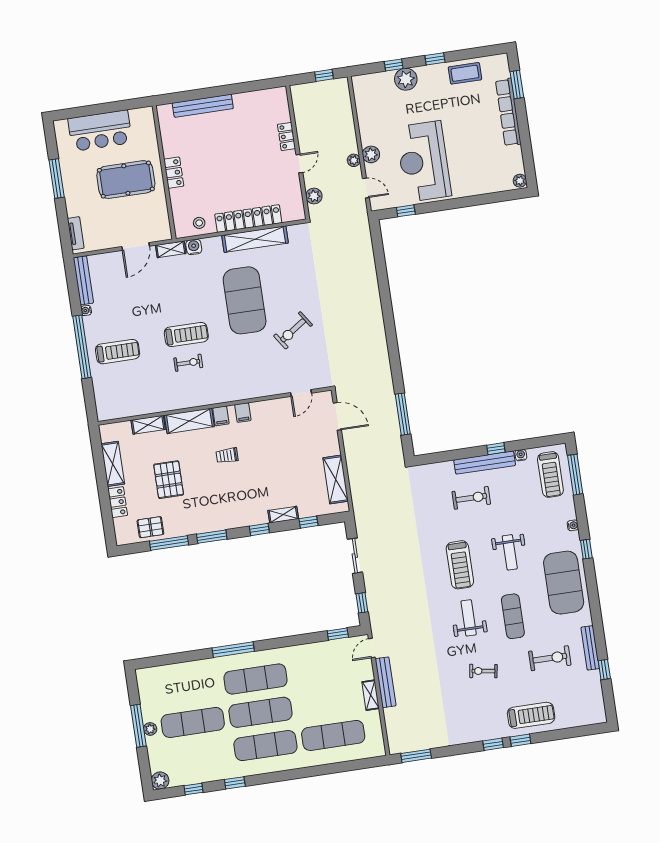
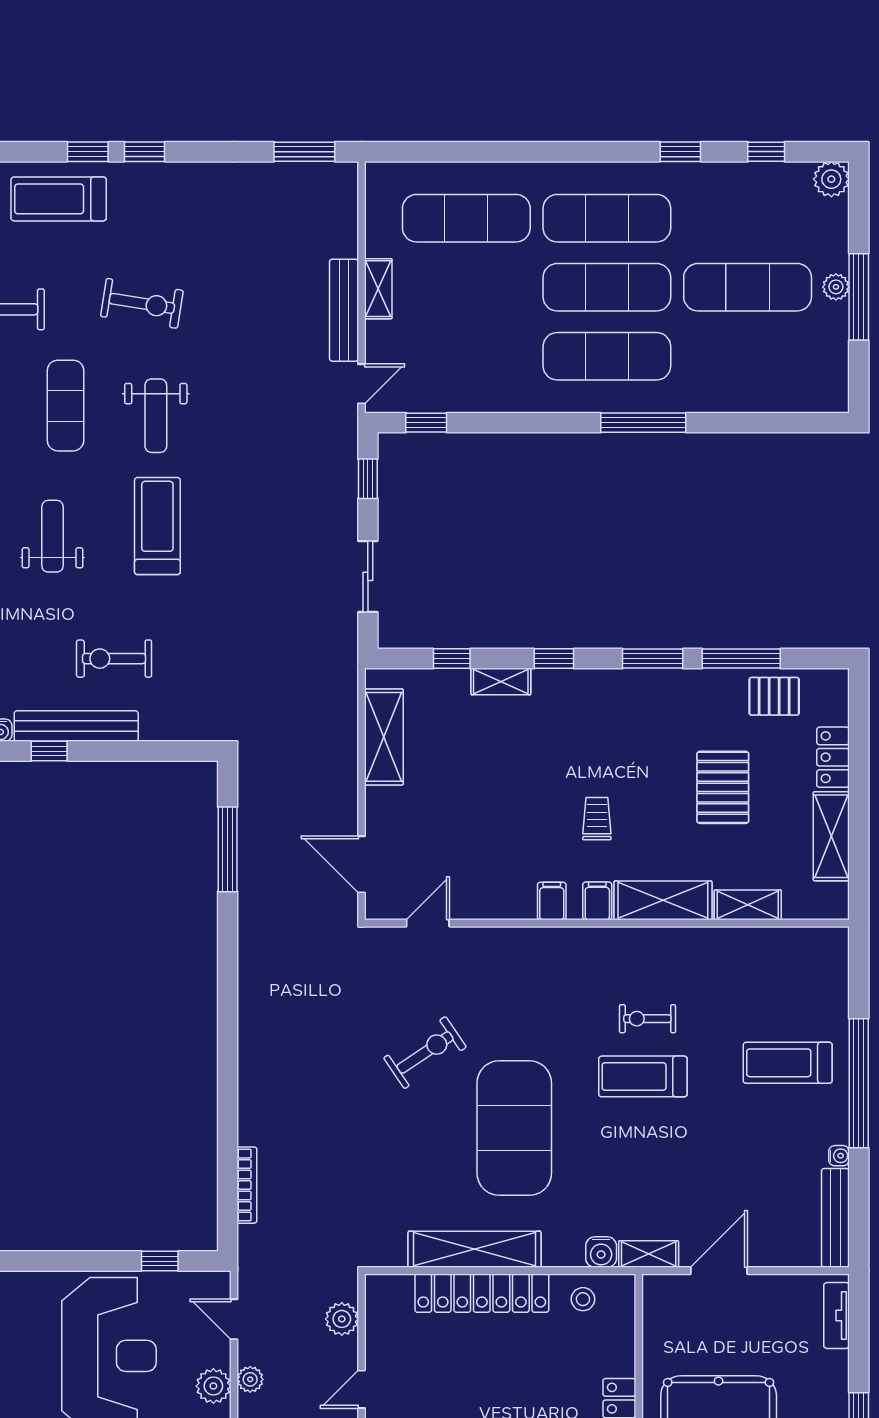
bookcase: (369, 254) -> (247, 1185), added
trolley: (227, 455) -> (597, 819), turned -90
exercise bike: (483, 671) -> (142, 303), width x1.38, depth x1.39

